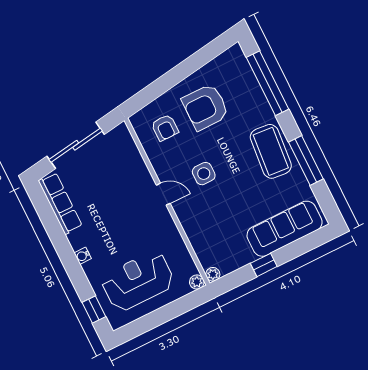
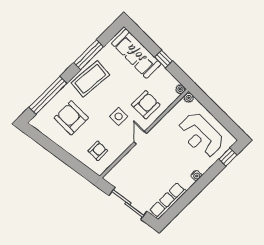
armchair: (205, 107) -> (71, 118), moved, turned 180
armchair: (208, 218) -> (146, 105), added

